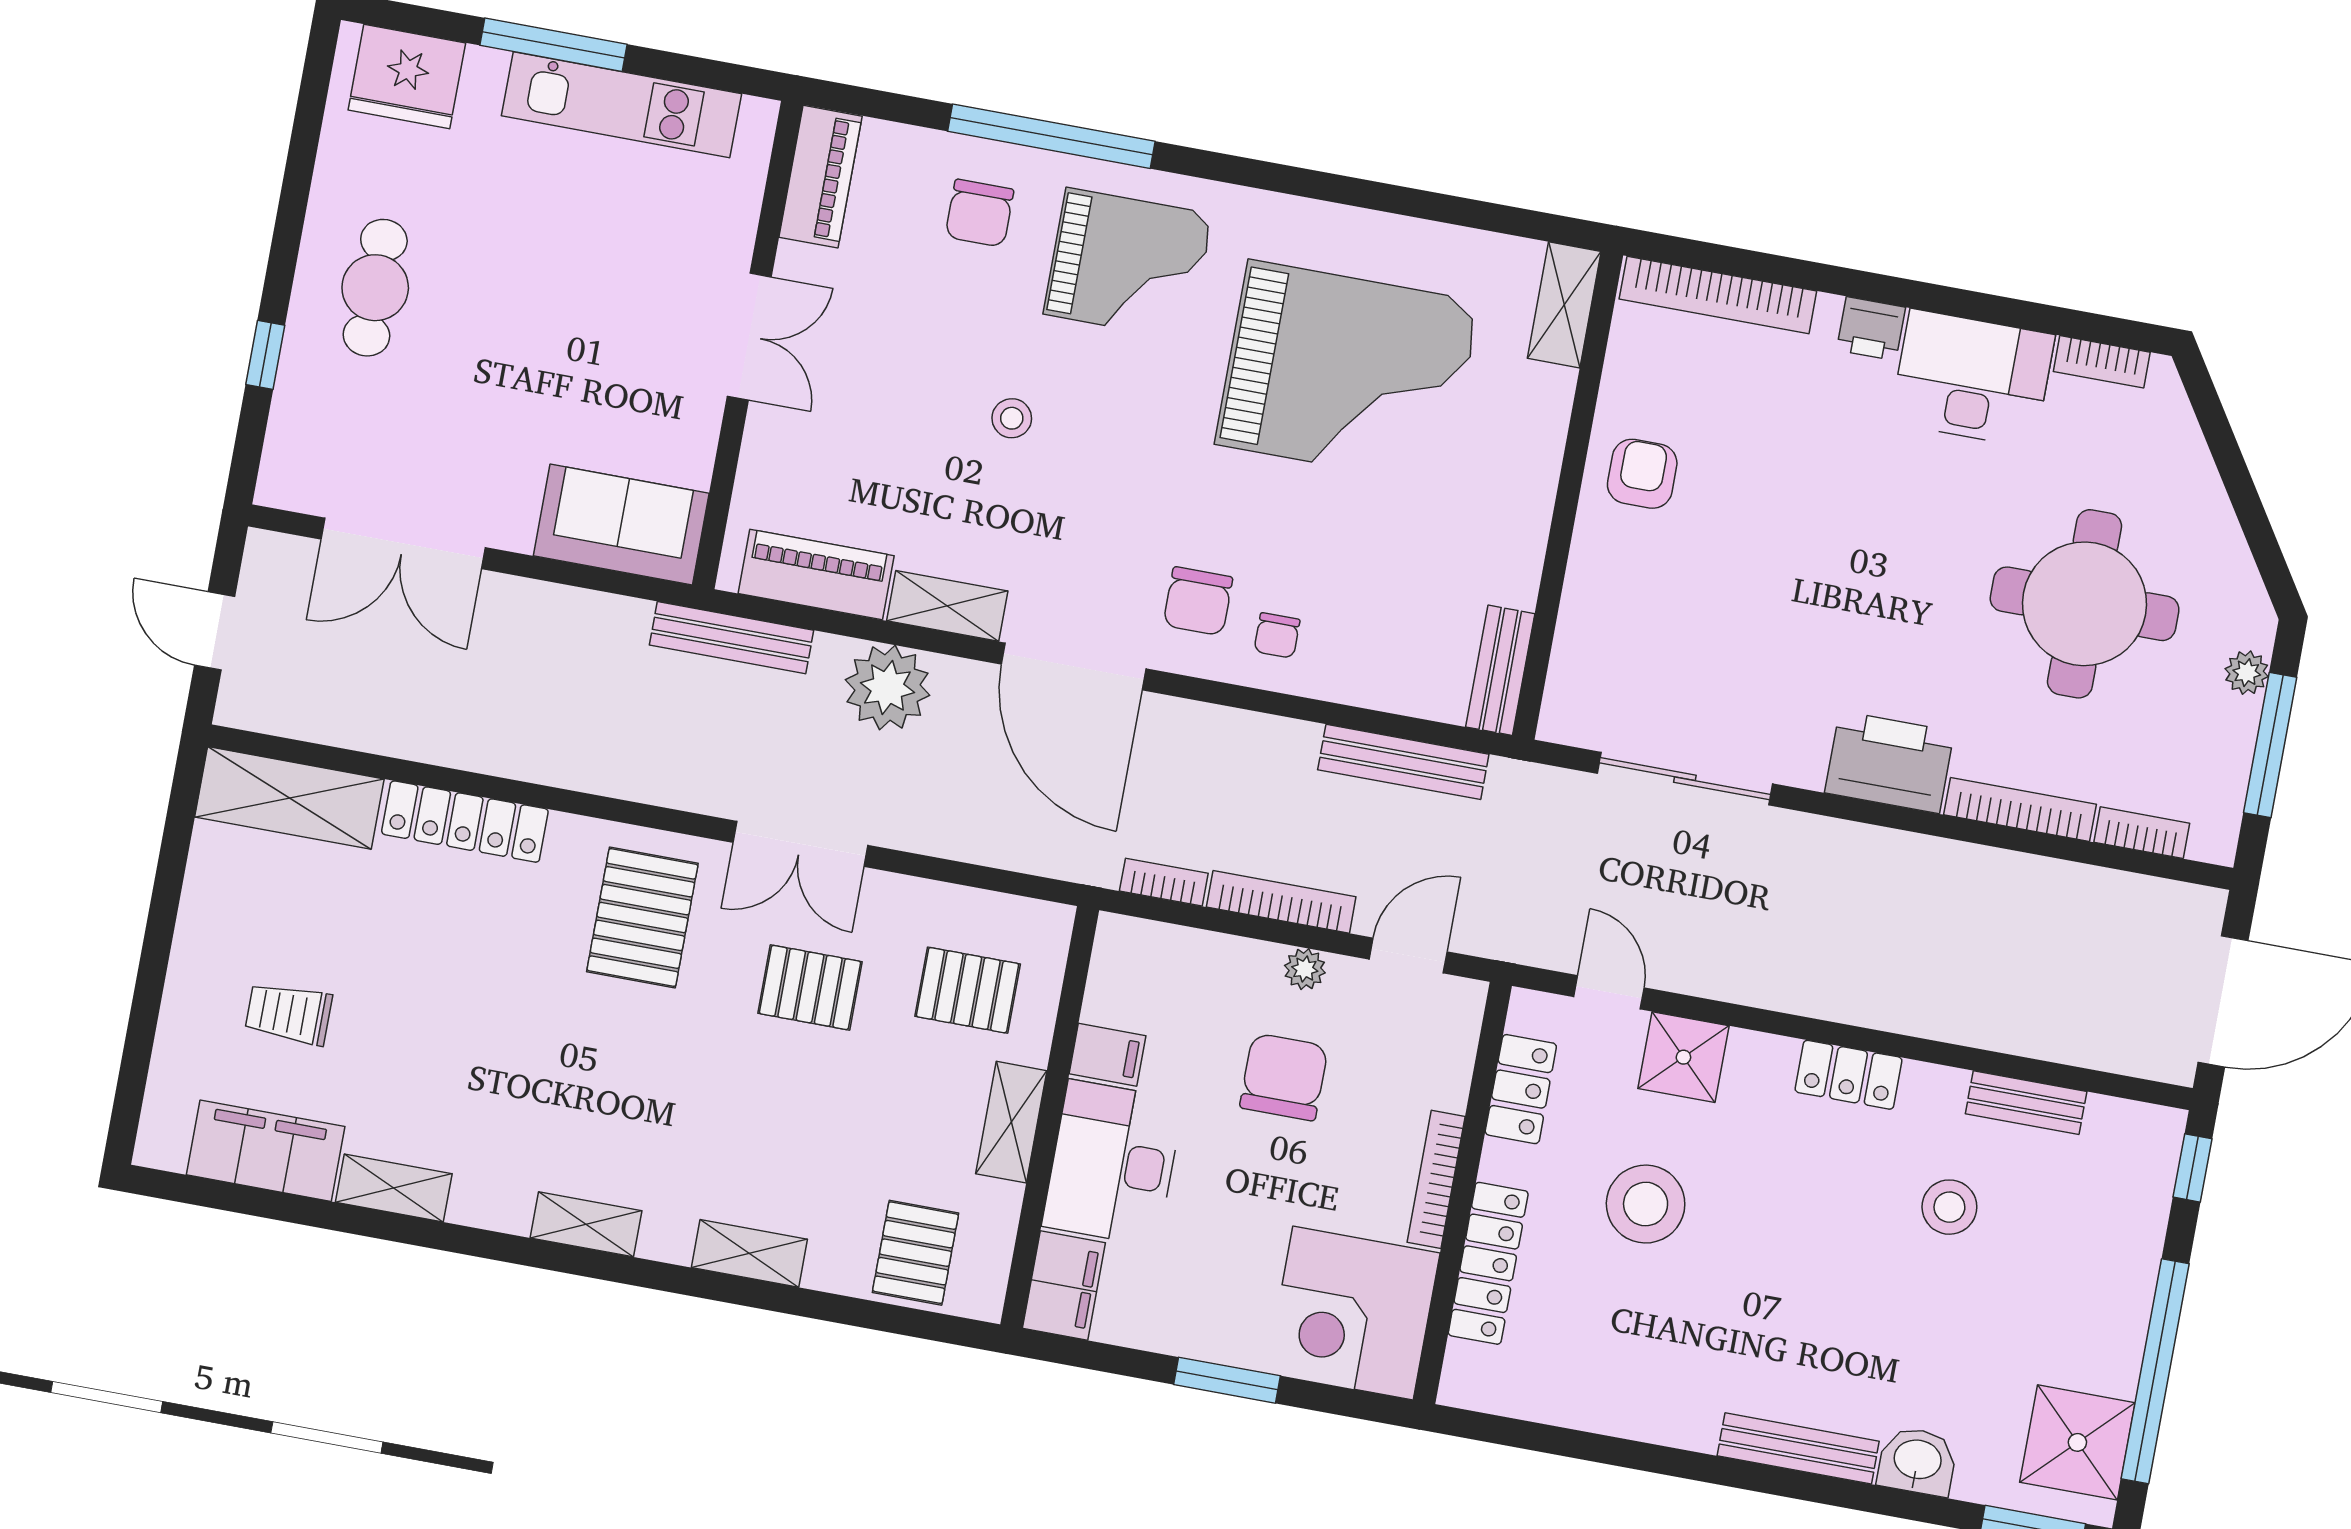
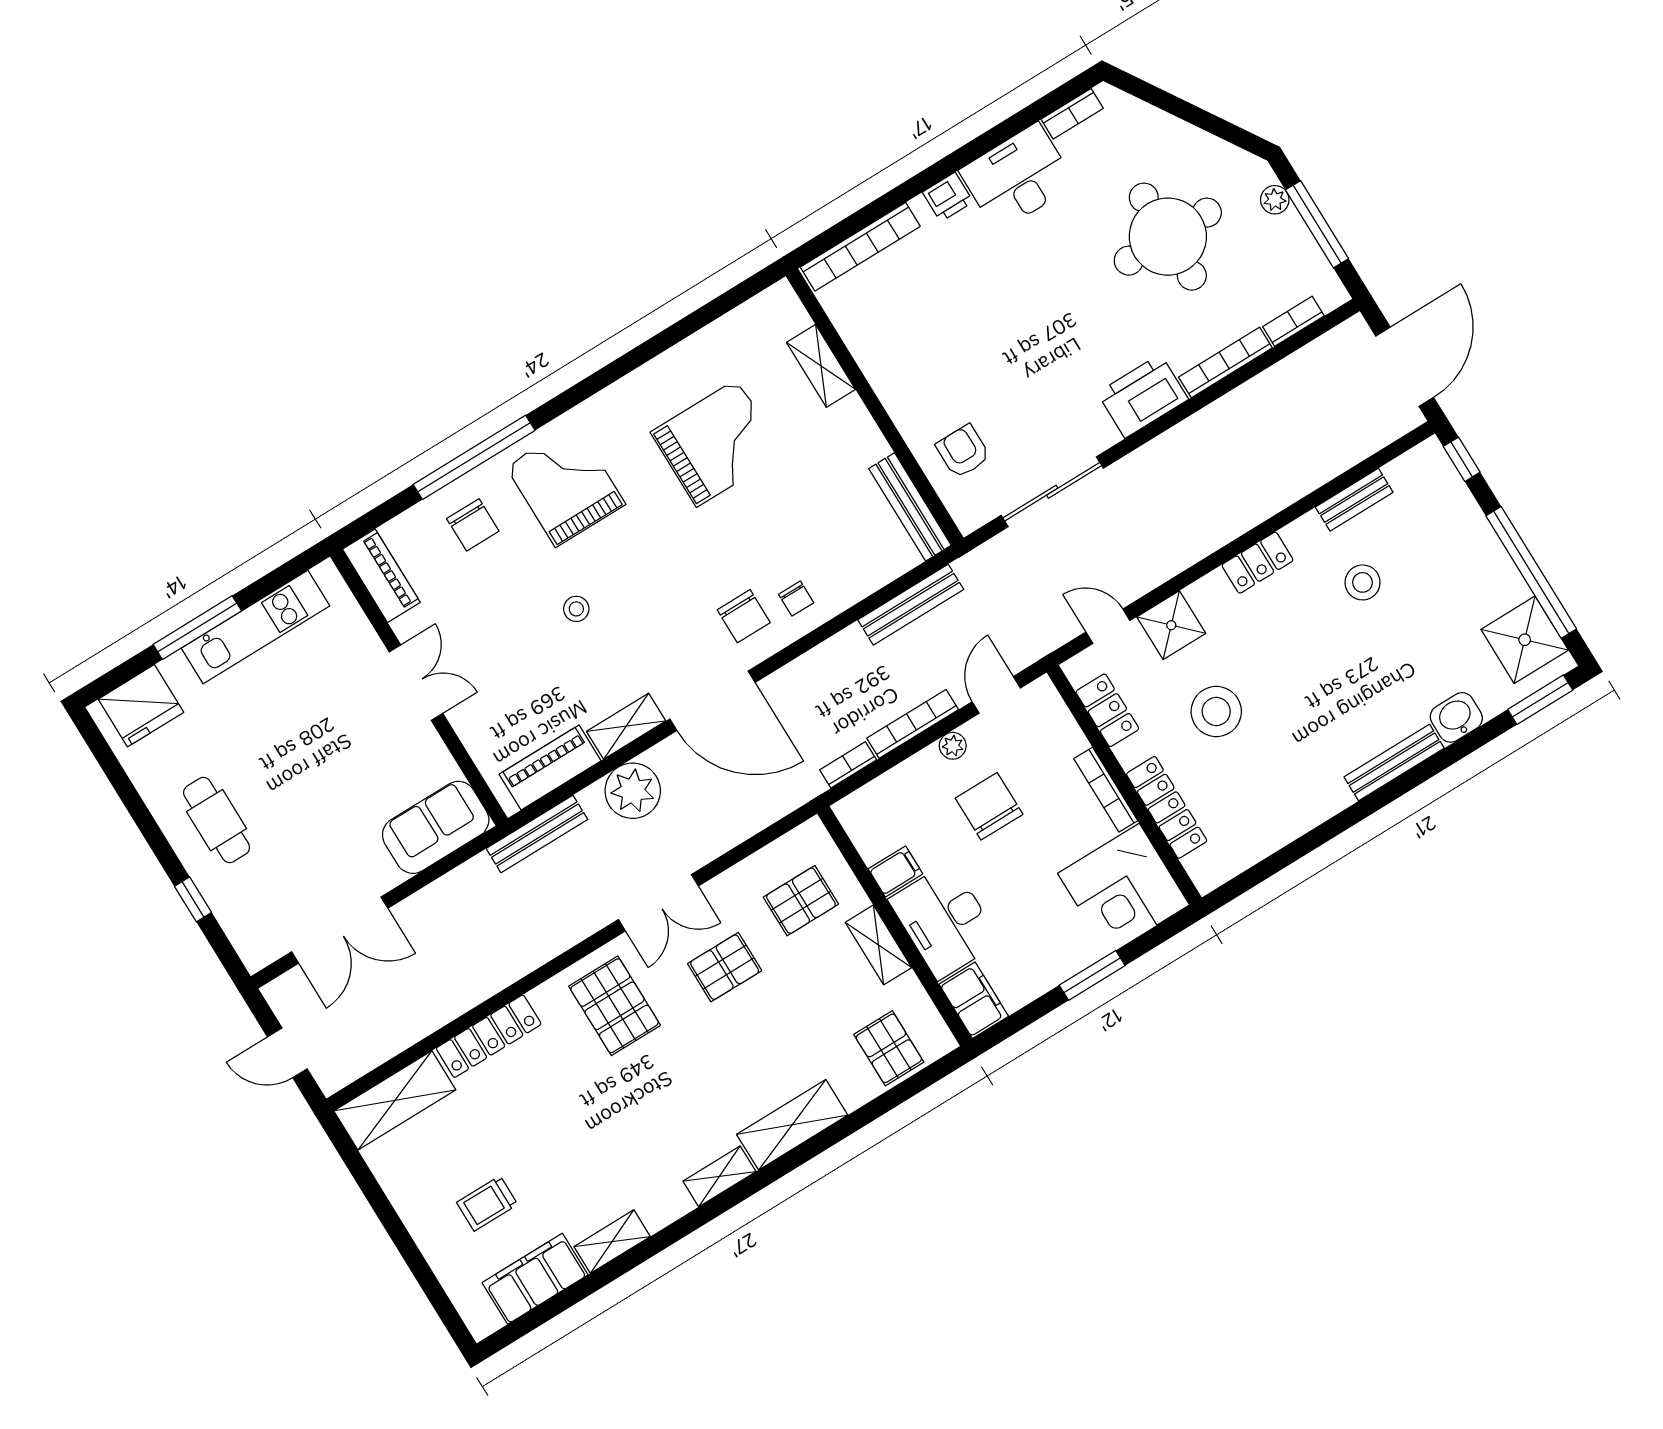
grand piano: (1128, 264) -> (566, 485), turned -90
shelving: (1564, 305) -> (821, 366), moved
grand piano: (1347, 373) -> (717, 443), width x0.73, depth x0.68
armchair: (1642, 474) -> (963, 451), moved
bench: (1500, 670) -> (910, 507), width x1.36
shelving: (749, 1253) -> (792, 1125), width x1.50, depth x1.33

